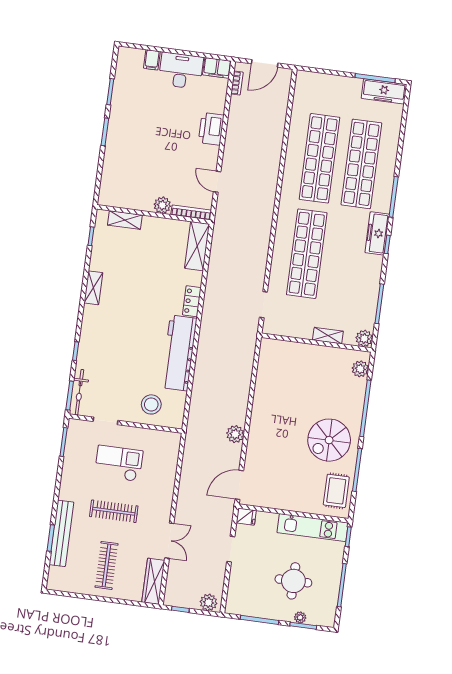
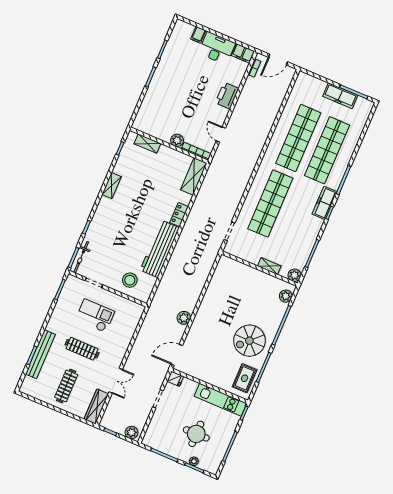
freezer: (384, 91) -> (340, 96), moved

